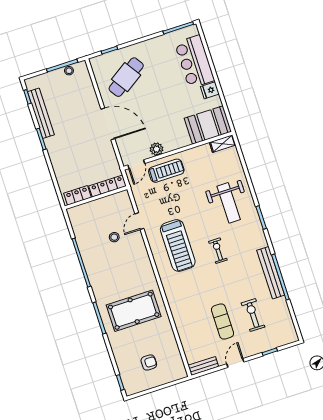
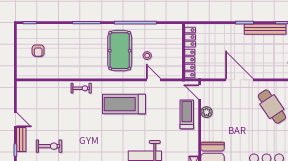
door: (108, 124) -> (239, 80), swing flipped
treadmill: (166, 171) -> (187, 114), turned 180
exercise bike: (218, 251) -> (81, 88), moved
pool table: (134, 311) -> (120, 51), moved
exercise mat: (223, 321) -> (52, 120), removed
bench: (203, 366) -> (21, 140), moved

